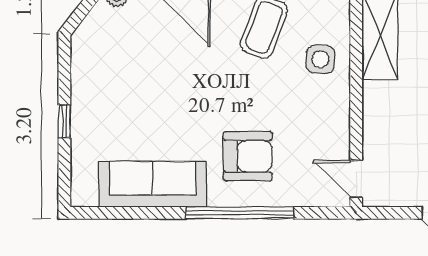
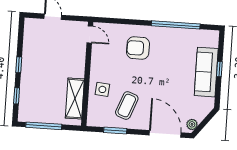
sofa: (153, 184) -> (206, 72), moved, turned 90
window: (240, 213) -> (176, 25), moved

